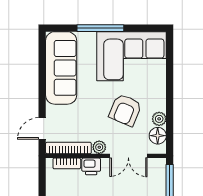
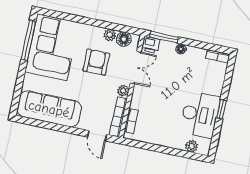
window: (100, 28) -> (28, 40), moved
armchair: (125, 110) -> (96, 62), turned -113
printer: (91, 166) -> (151, 45), moved, turned 90

